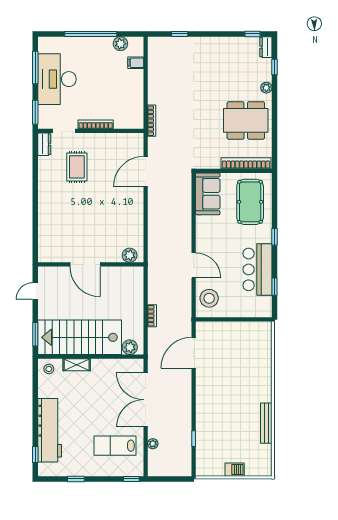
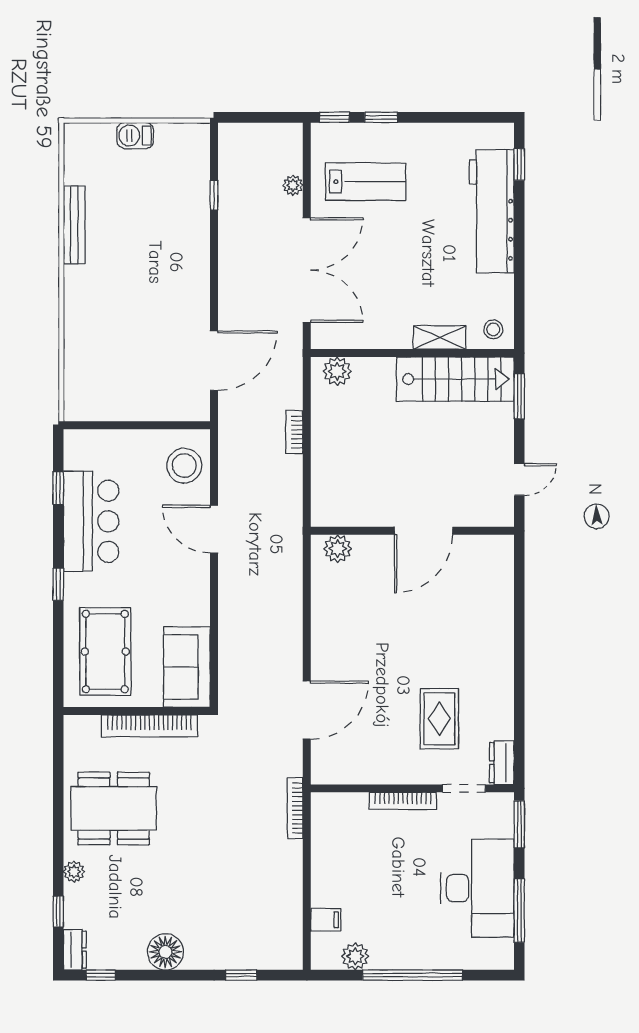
floor lamp: (219, 46) -> (165, 952), added
bookcase: (246, 163) -> (149, 726), moved
door: (85, 264) -> (424, 531), swing flipped
stairs: (80, 337) -> (455, 379), width x0.73, depth x0.66
window: (76, 479) -> (381, 117), moved

